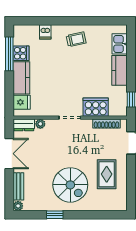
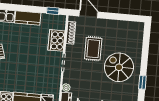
rug: (107, 174) -> (93, 49), moved, turned 90
spiral stairs: (70, 185) -> (119, 67), turned -90

